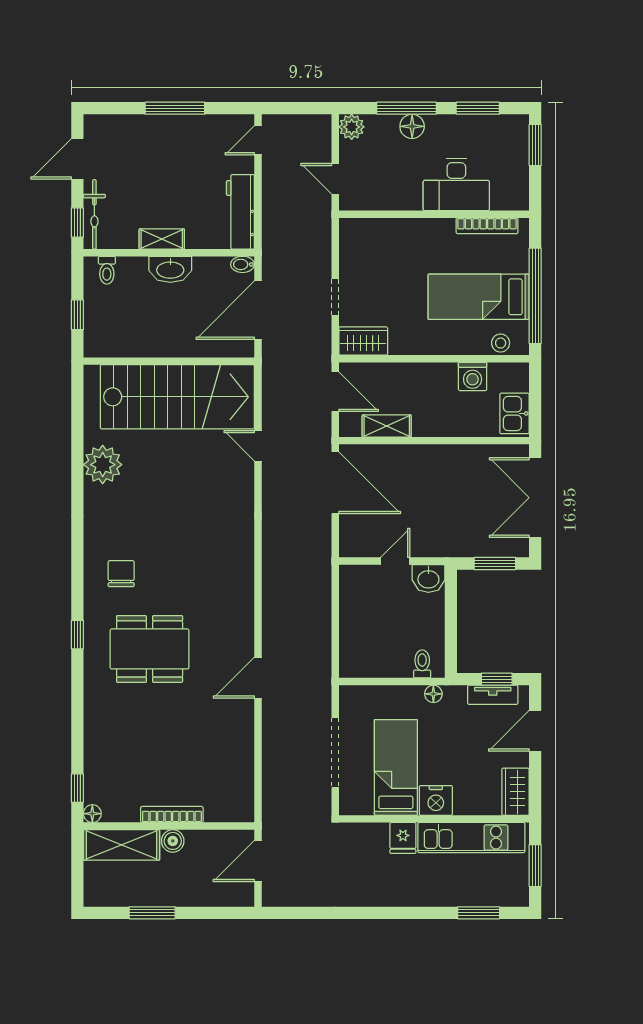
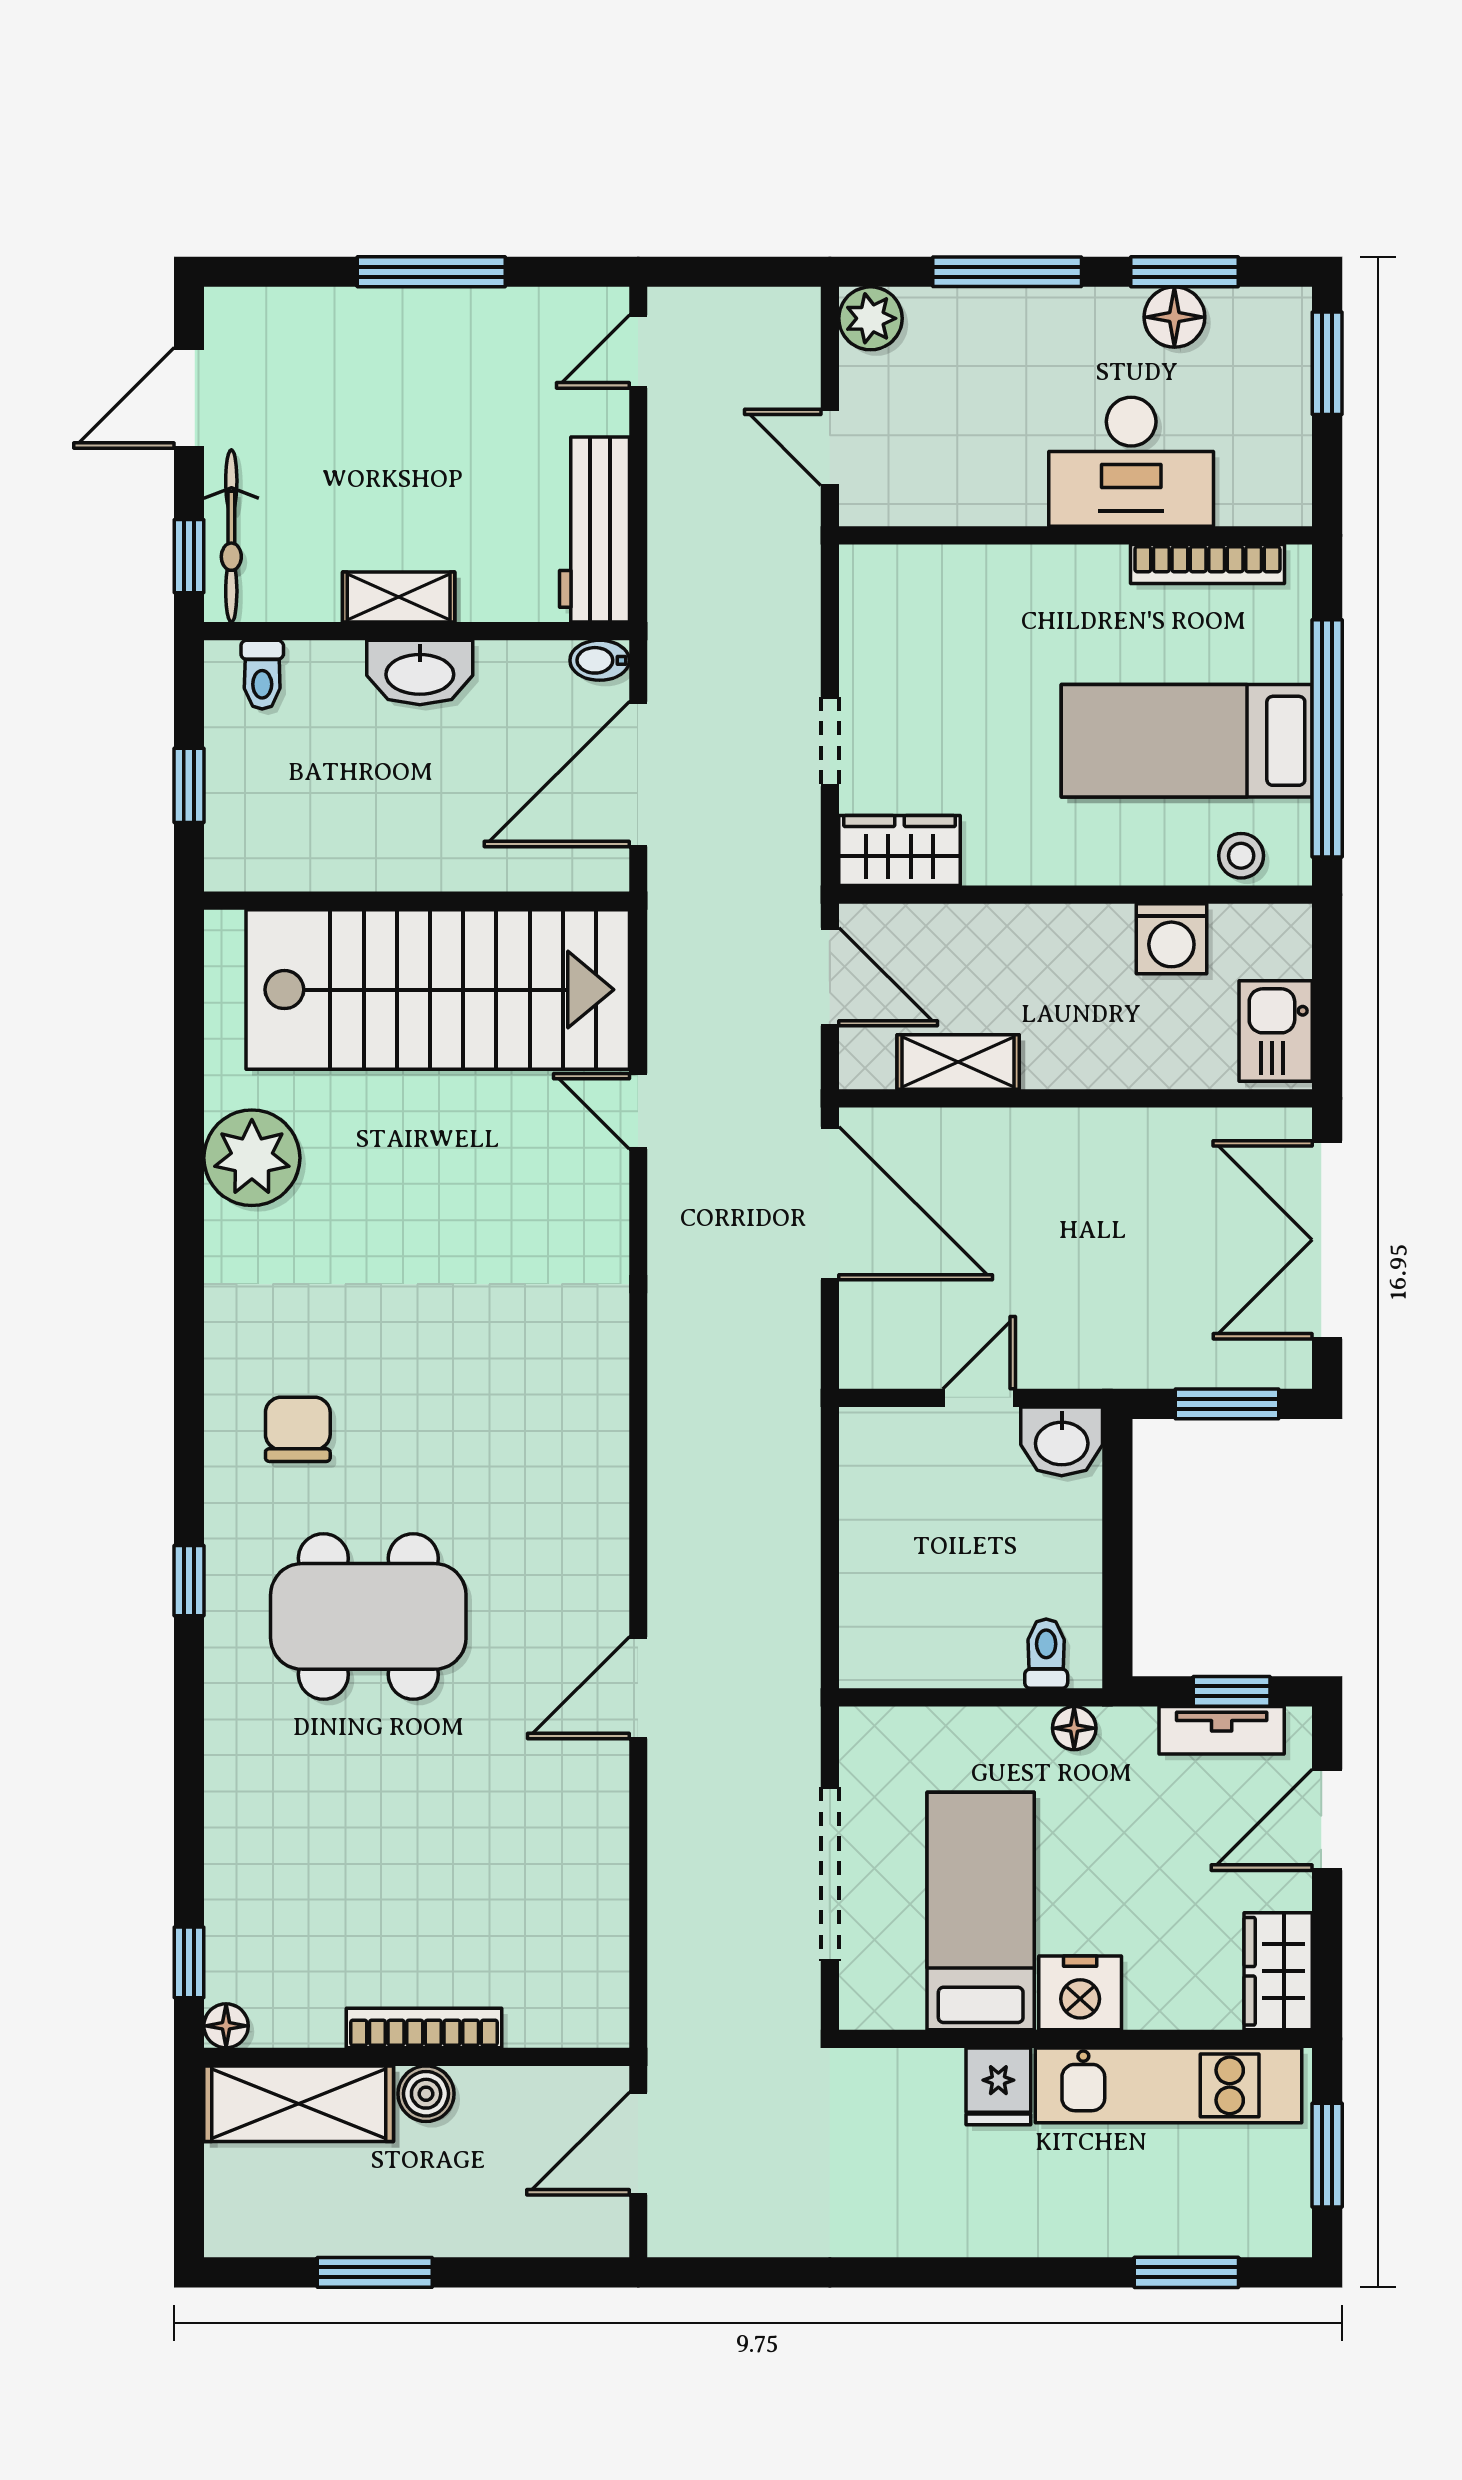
floor lamp: (412, 126) -> (1174, 317), moved

